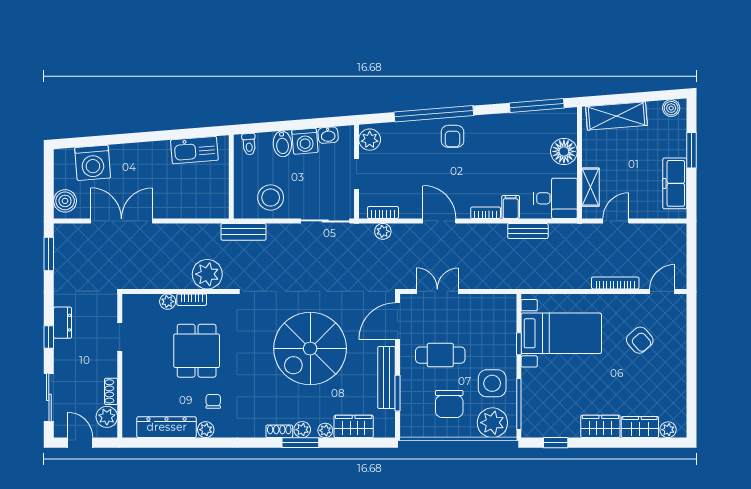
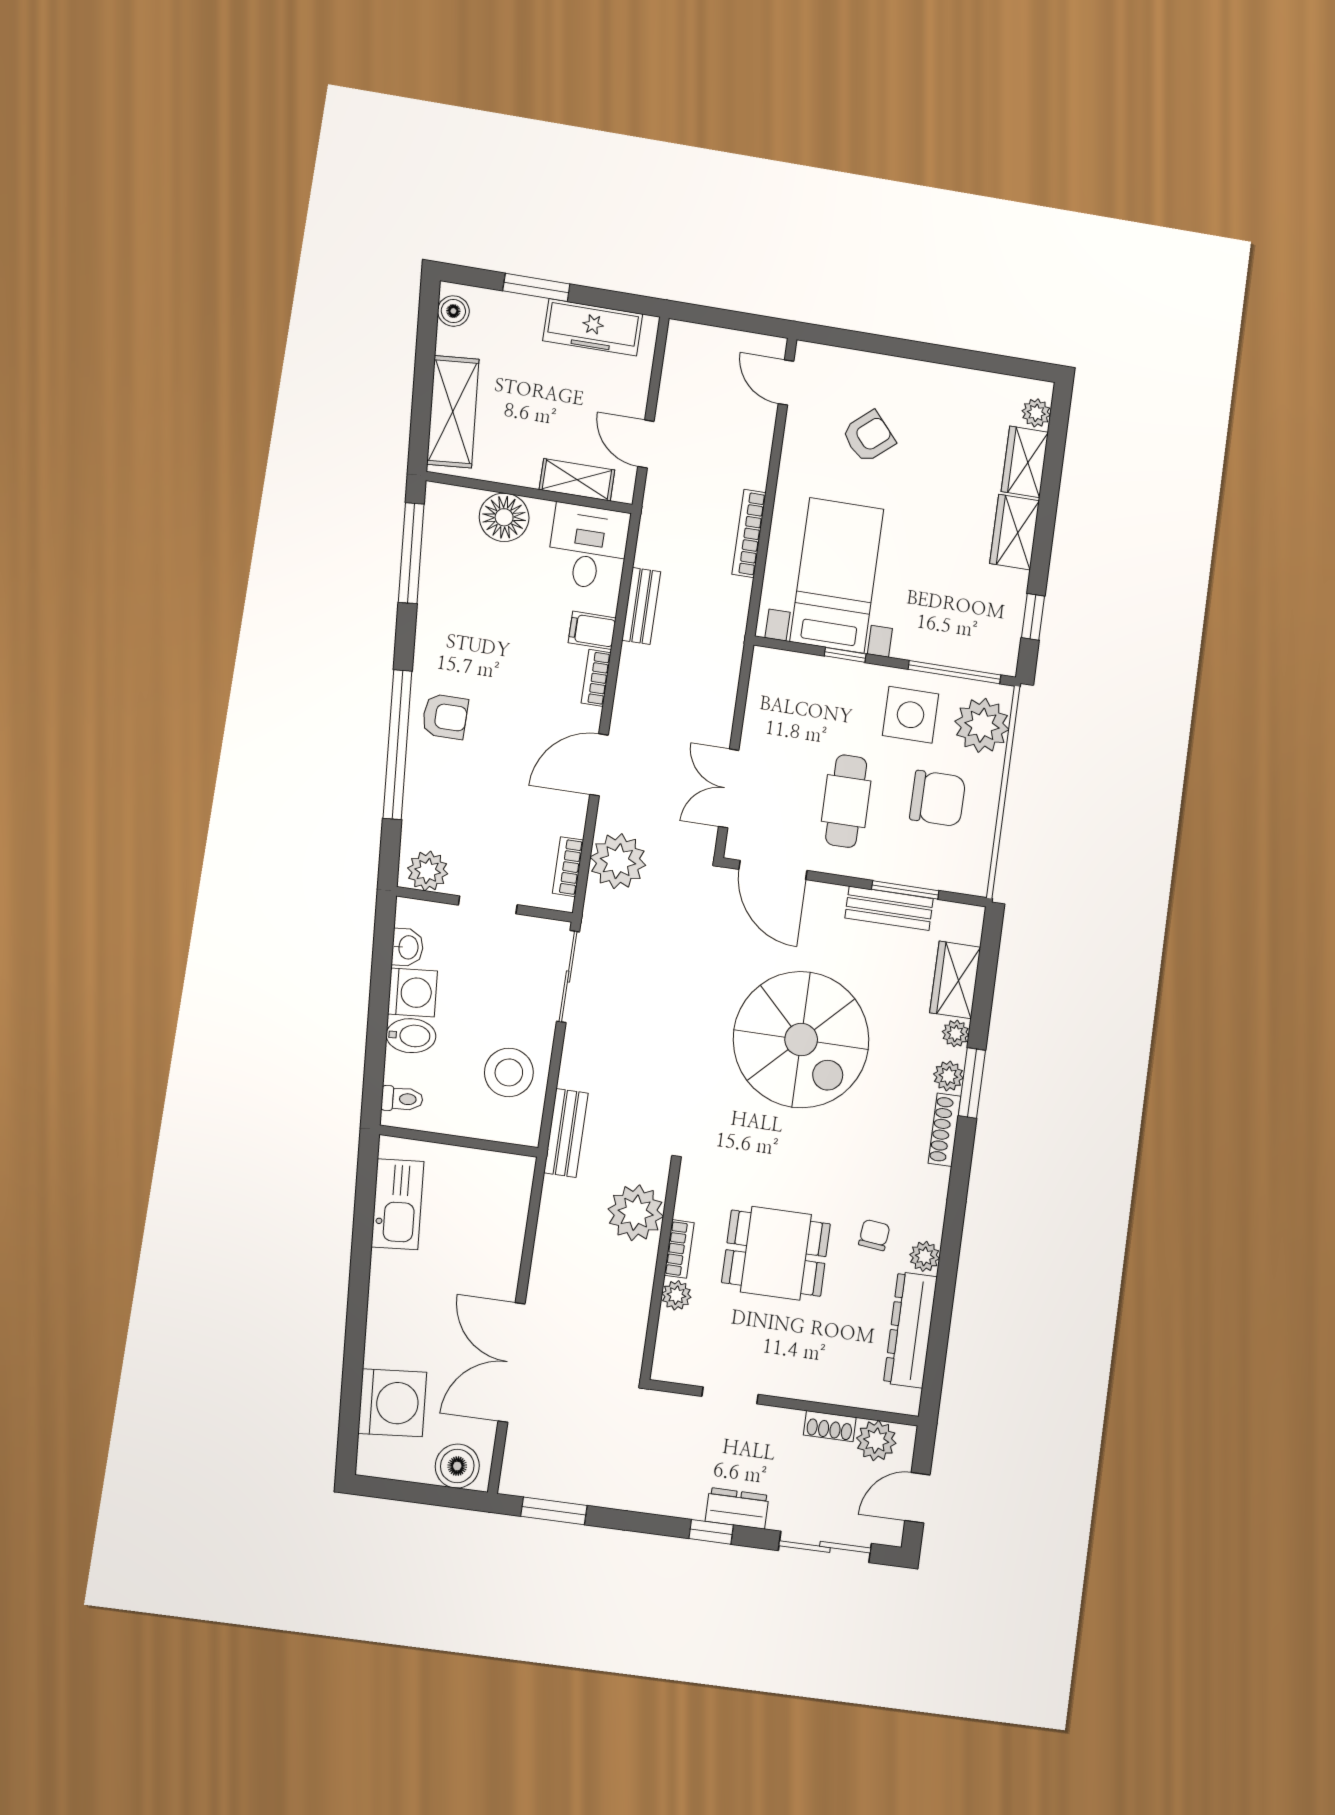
plant: (383, 231) -> (618, 861), width x1.88, depth x1.88
bookcase: (615, 283) -> (749, 533), moved
dresser: (63, 323) -> (737, 1508), moved
bench: (387, 378) -> (889, 908), width x0.73
chair: (213, 401) -> (874, 1235), turned 96
shoe rack: (279, 431) -> (945, 1130), width x1.43

